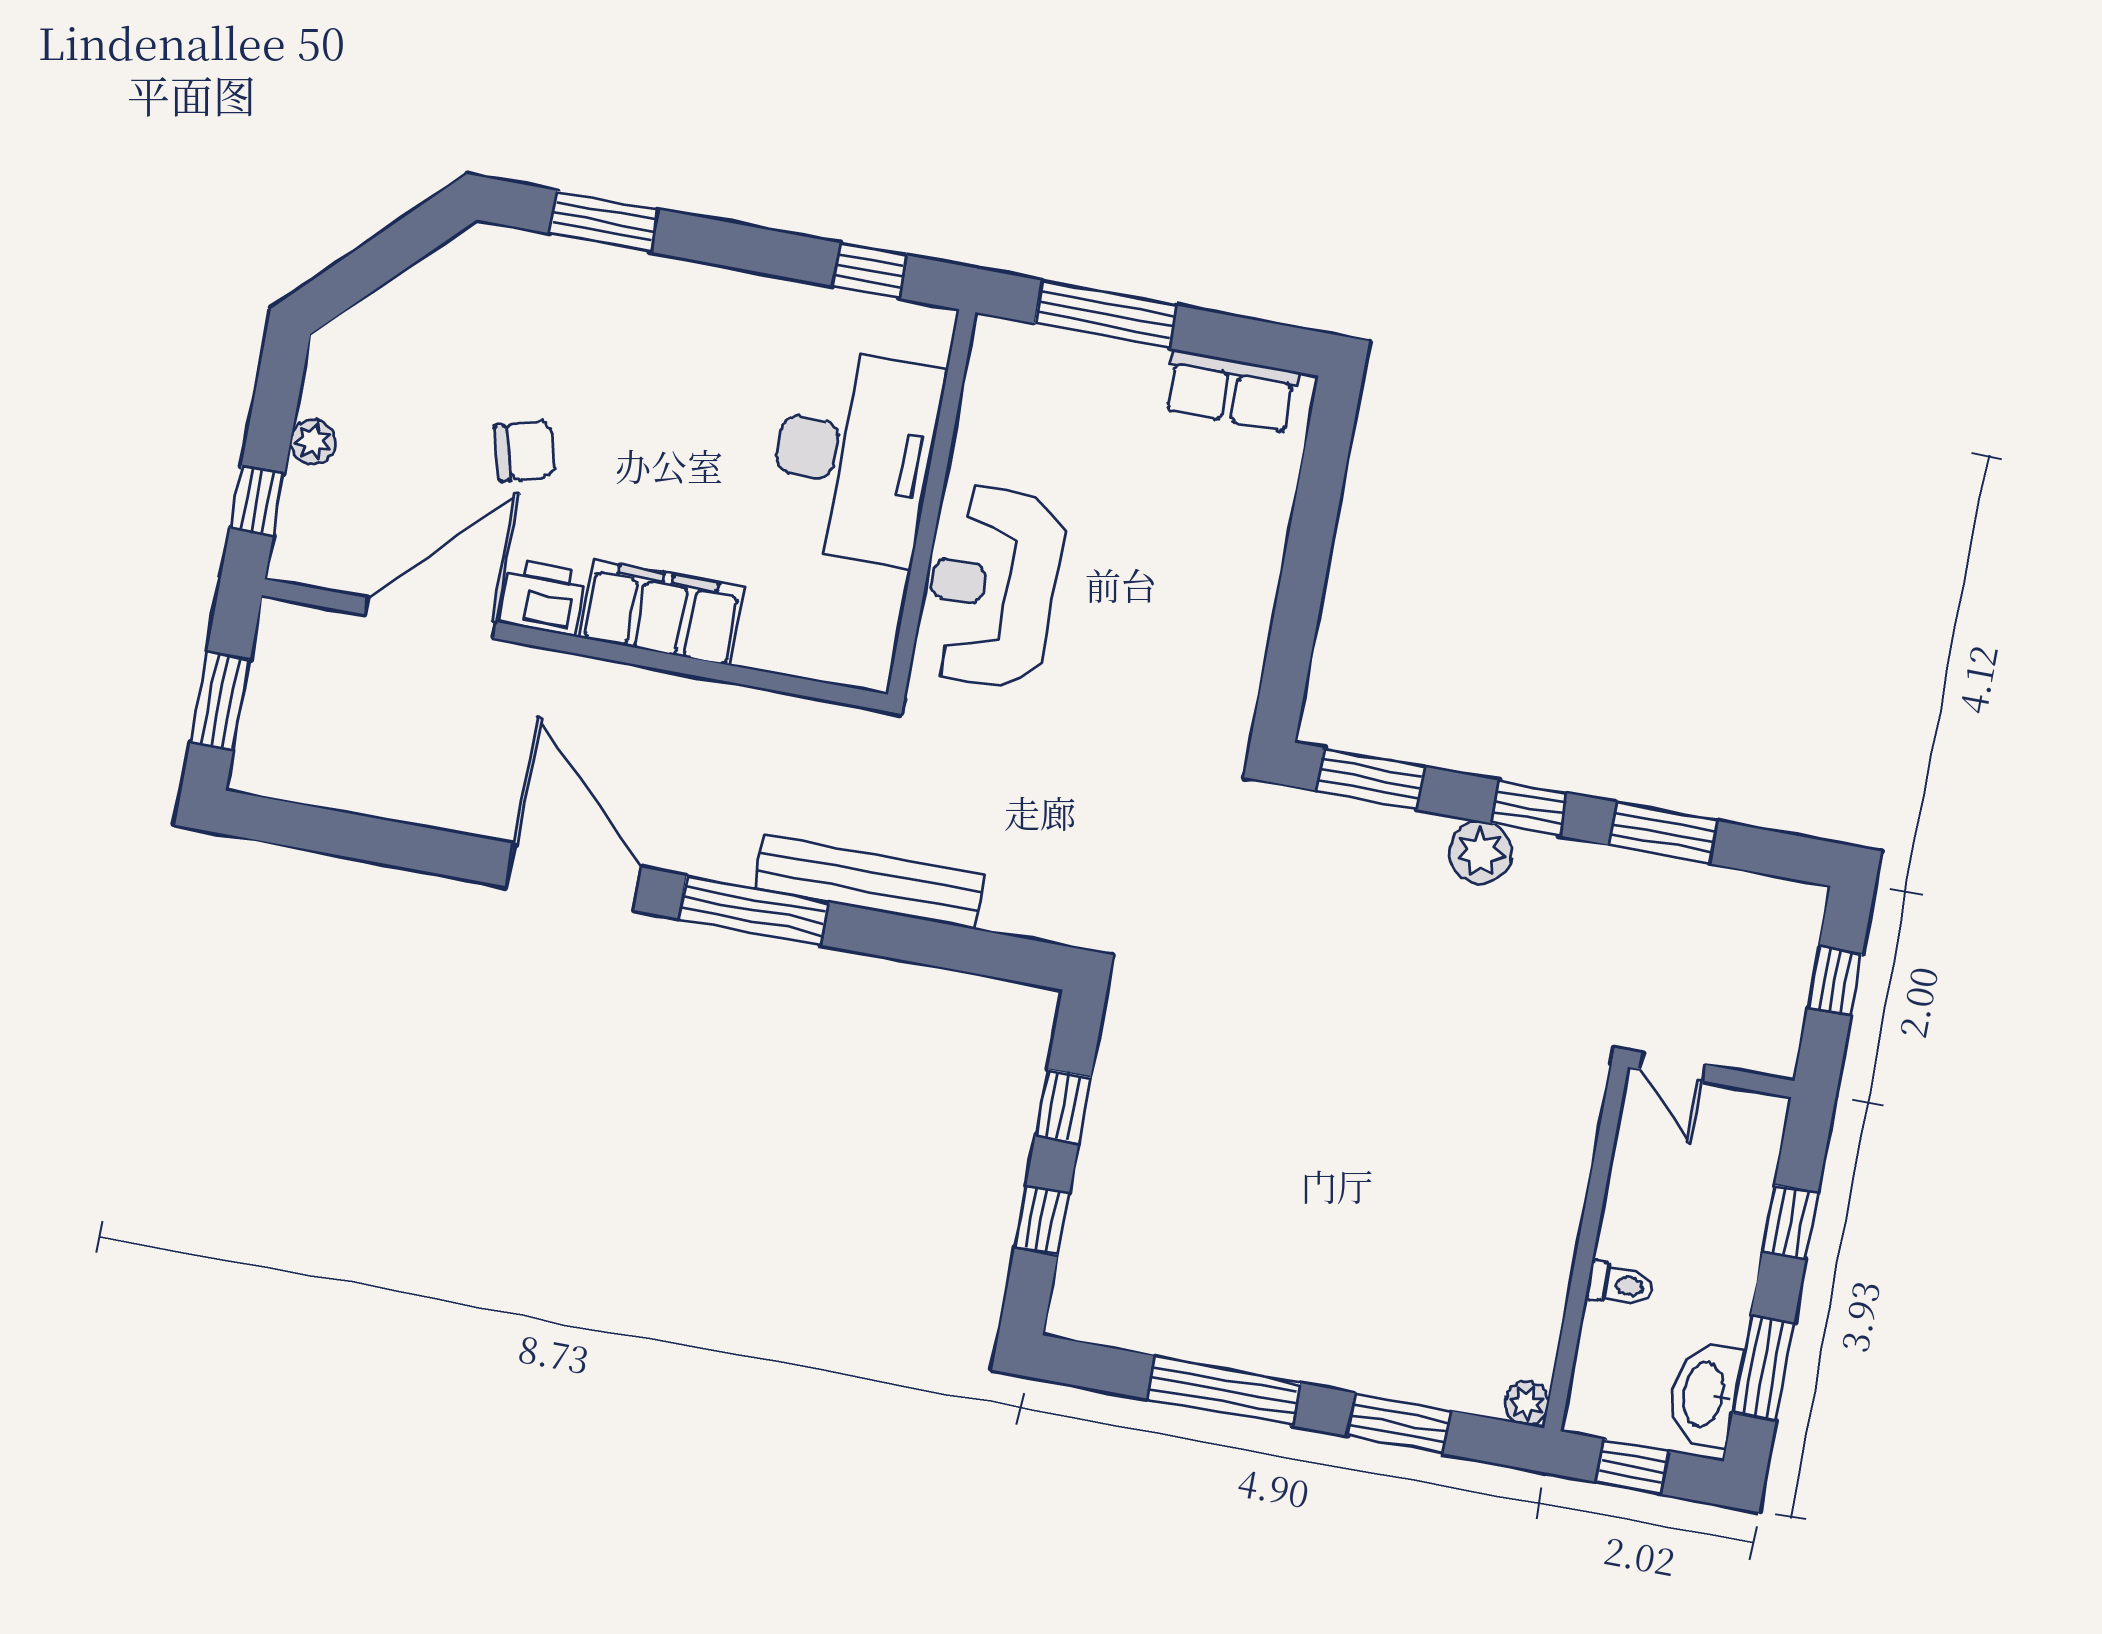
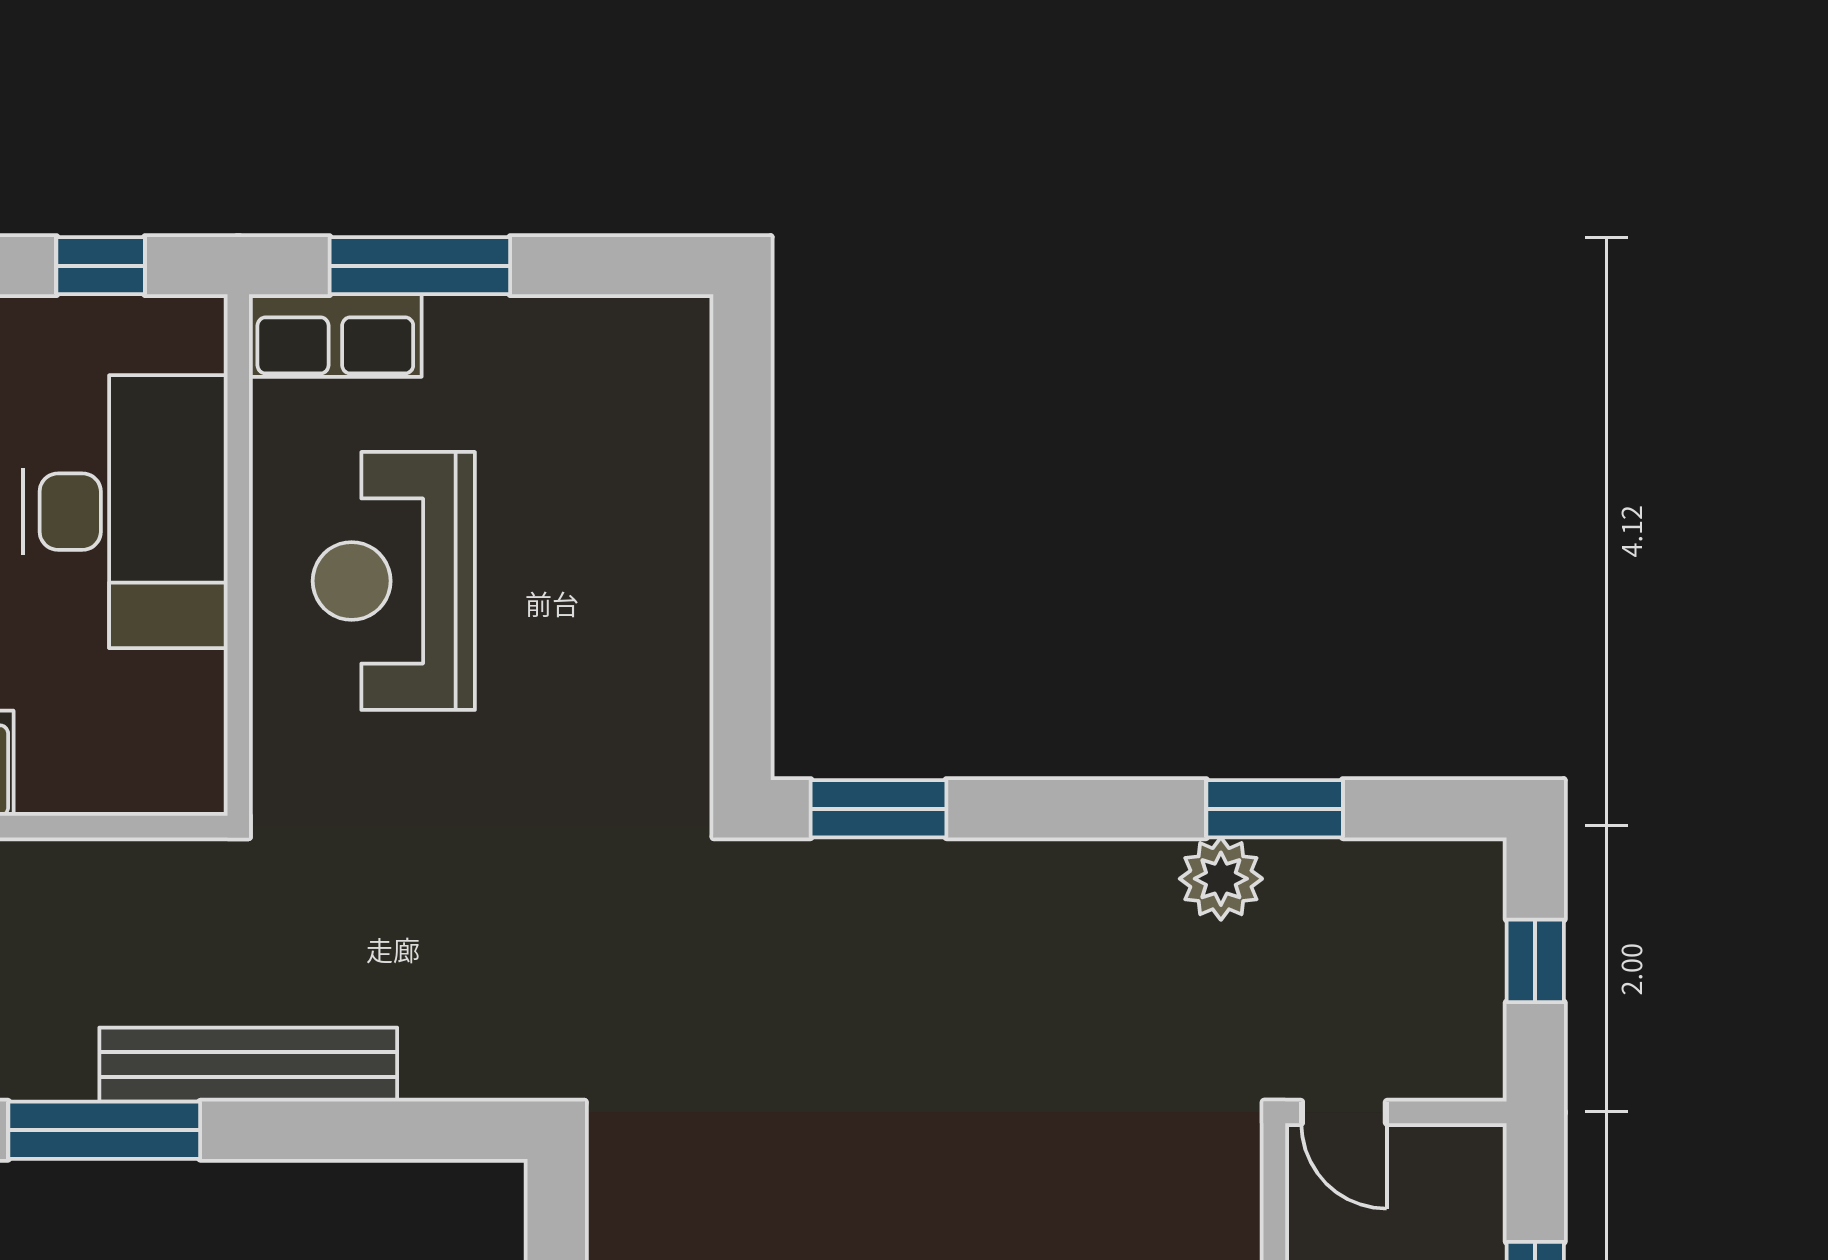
row of seats: (1231, 391) -> (335, 335), moved
reception desk: (993, 587) -> (394, 581), moved
window: (1529, 808) -> (1094, 809), removed
plant: (1480, 853) -> (1221, 879), moved

